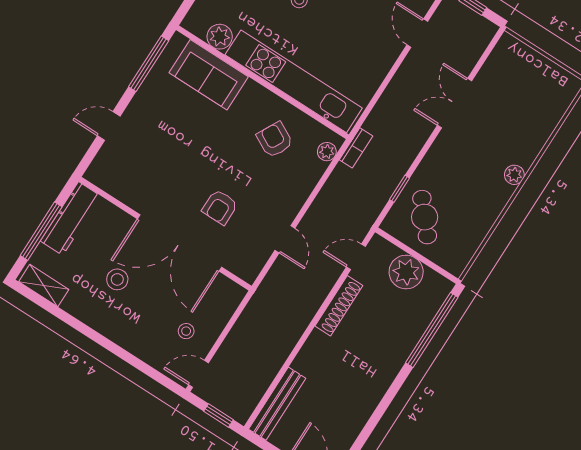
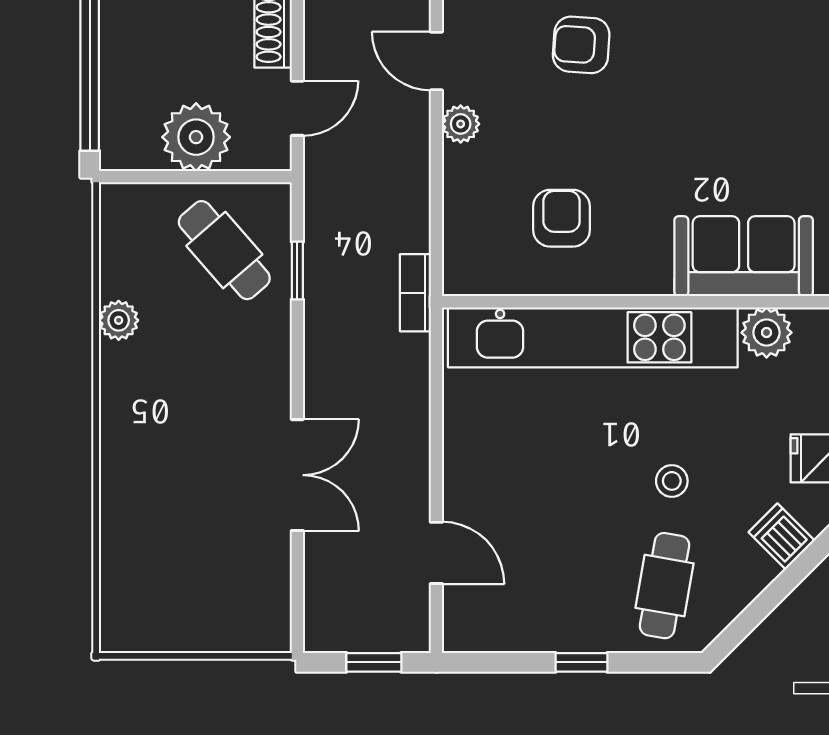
armchair: (275, 140) -> (562, 218), turned -118
plant: (327, 152) -> (461, 124), moved
plant: (514, 175) -> (119, 320), moved
armchair: (220, 207) -> (581, 45), turned -86

